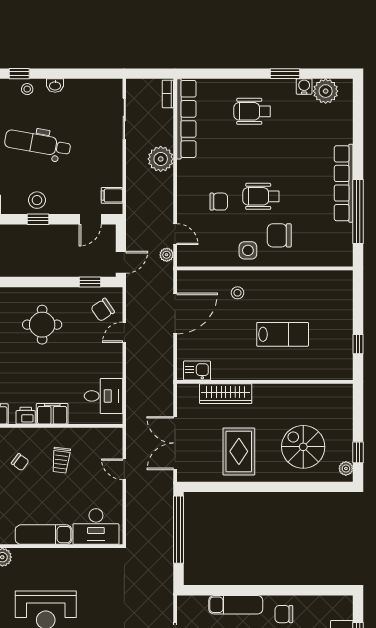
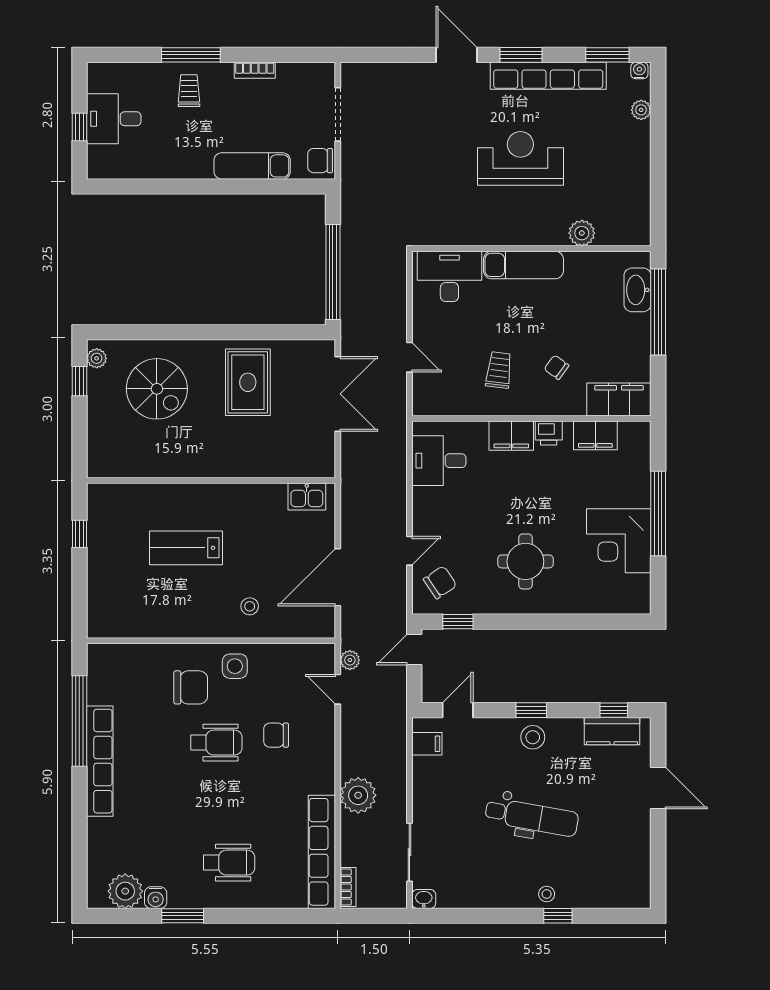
washbasin: (55, 86) -> (424, 899), moved
wardrobe: (226, 394) -> (266, 464), removed
chair: (284, 614) -> (320, 161), moved, turned 180

